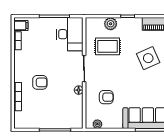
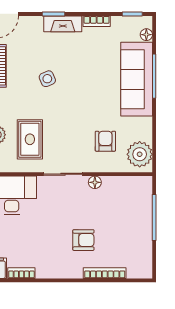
side table: (148, 58) -> (47, 79), width x0.54, depth x0.54
armchair: (40, 82) -> (83, 240), turned 90
plant: (97, 124) -> (140, 154), width x1.87, depth x1.87

